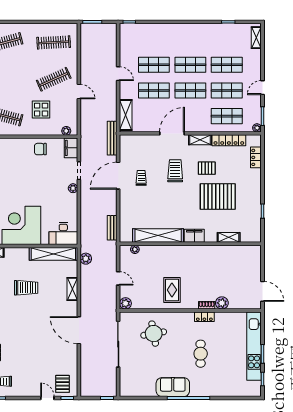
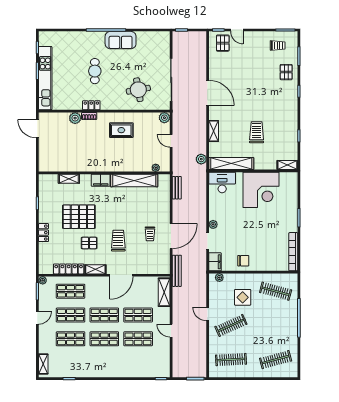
locker: (256, 157) -> (44, 233), moved
trolley: (175, 171) -> (118, 241), turned 180
trolley: (26, 288) -> (257, 132), turned 90
rug: (172, 290) -> (121, 130), turned 90

